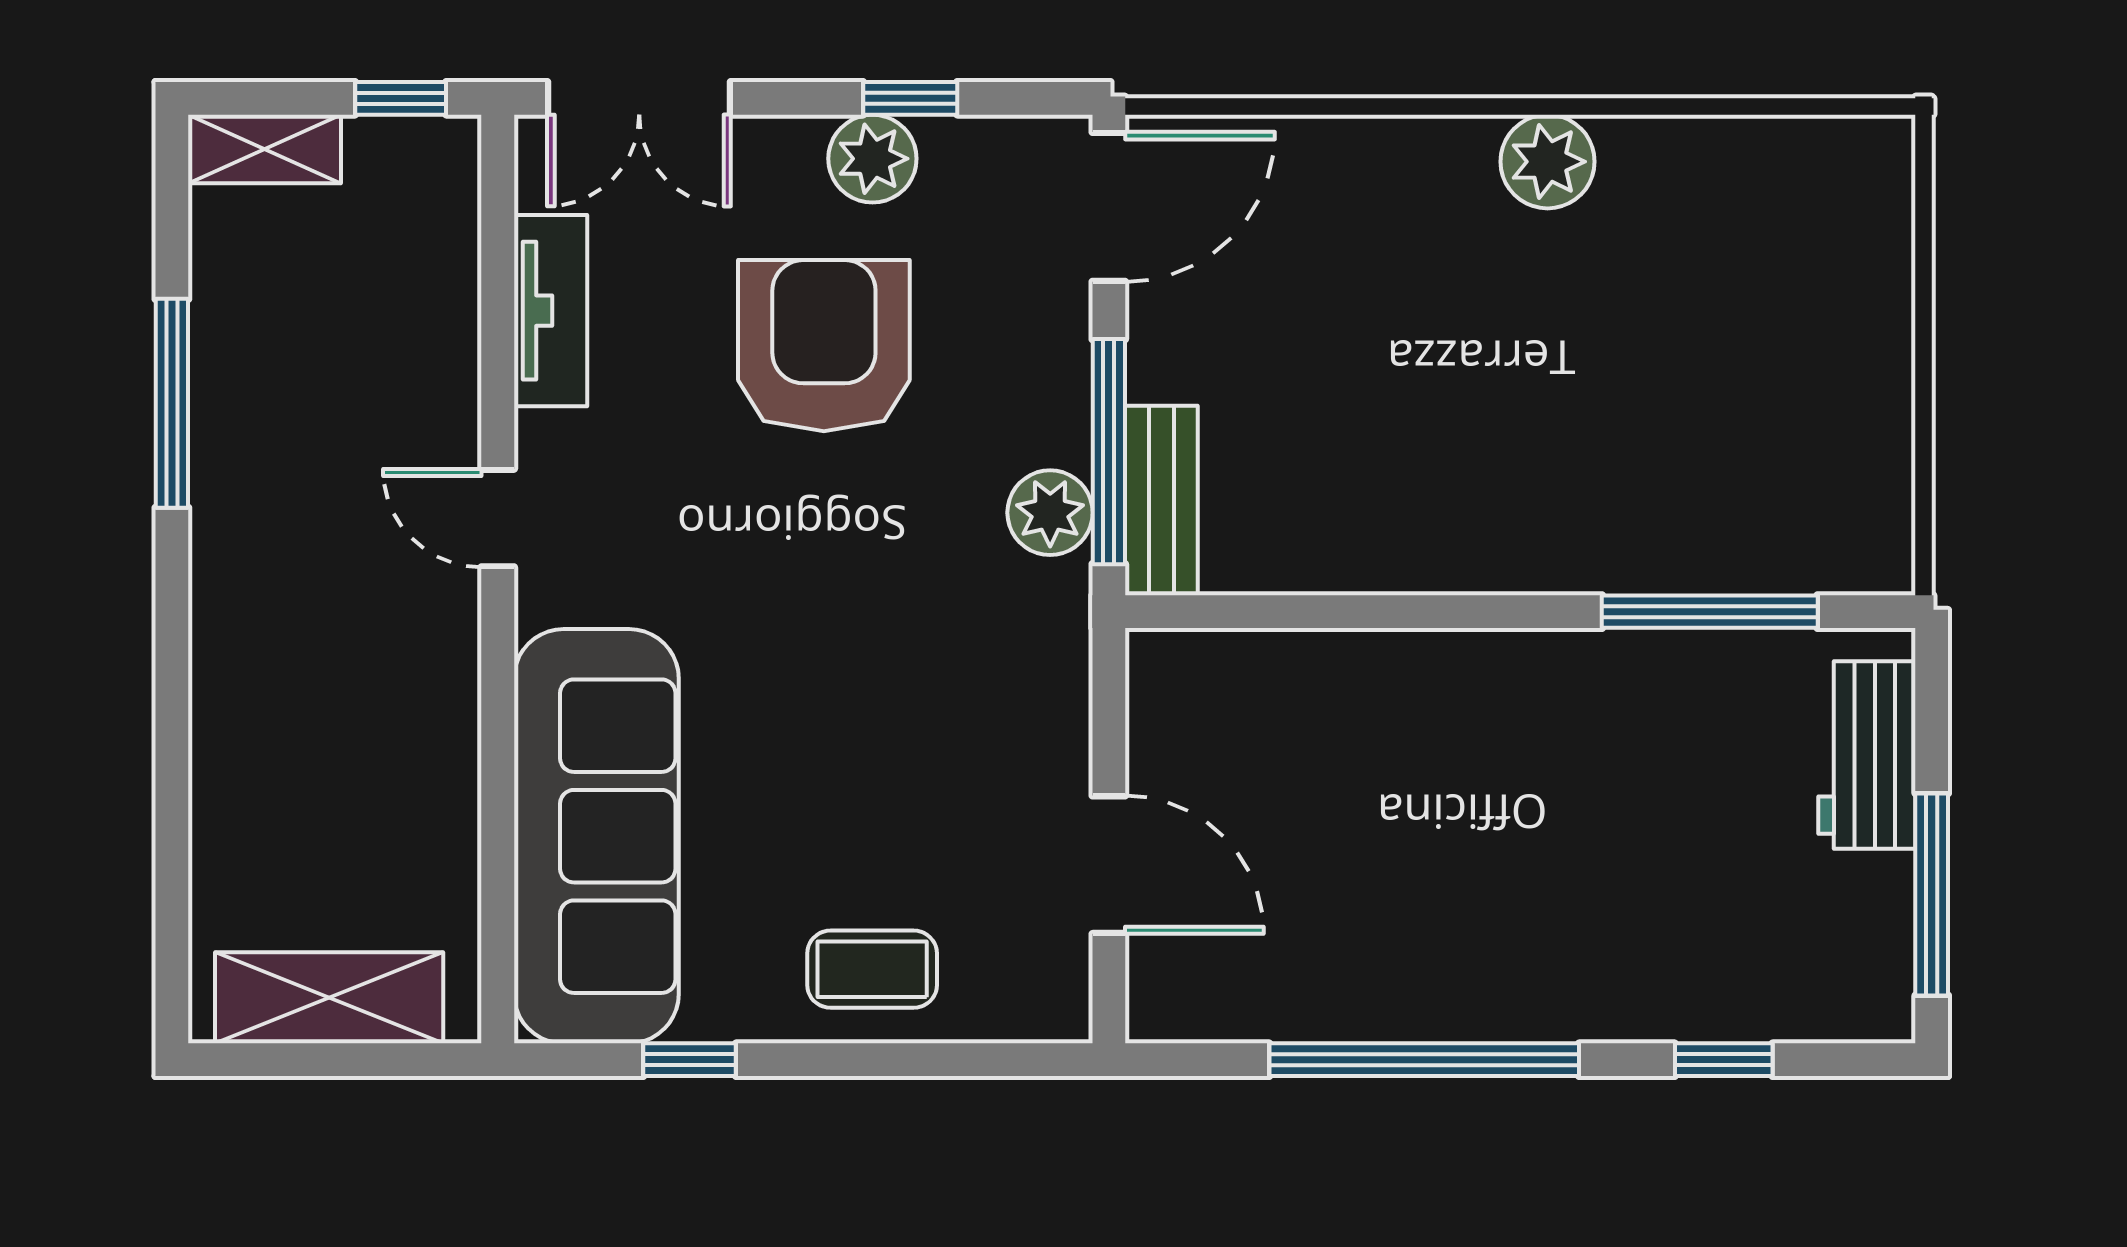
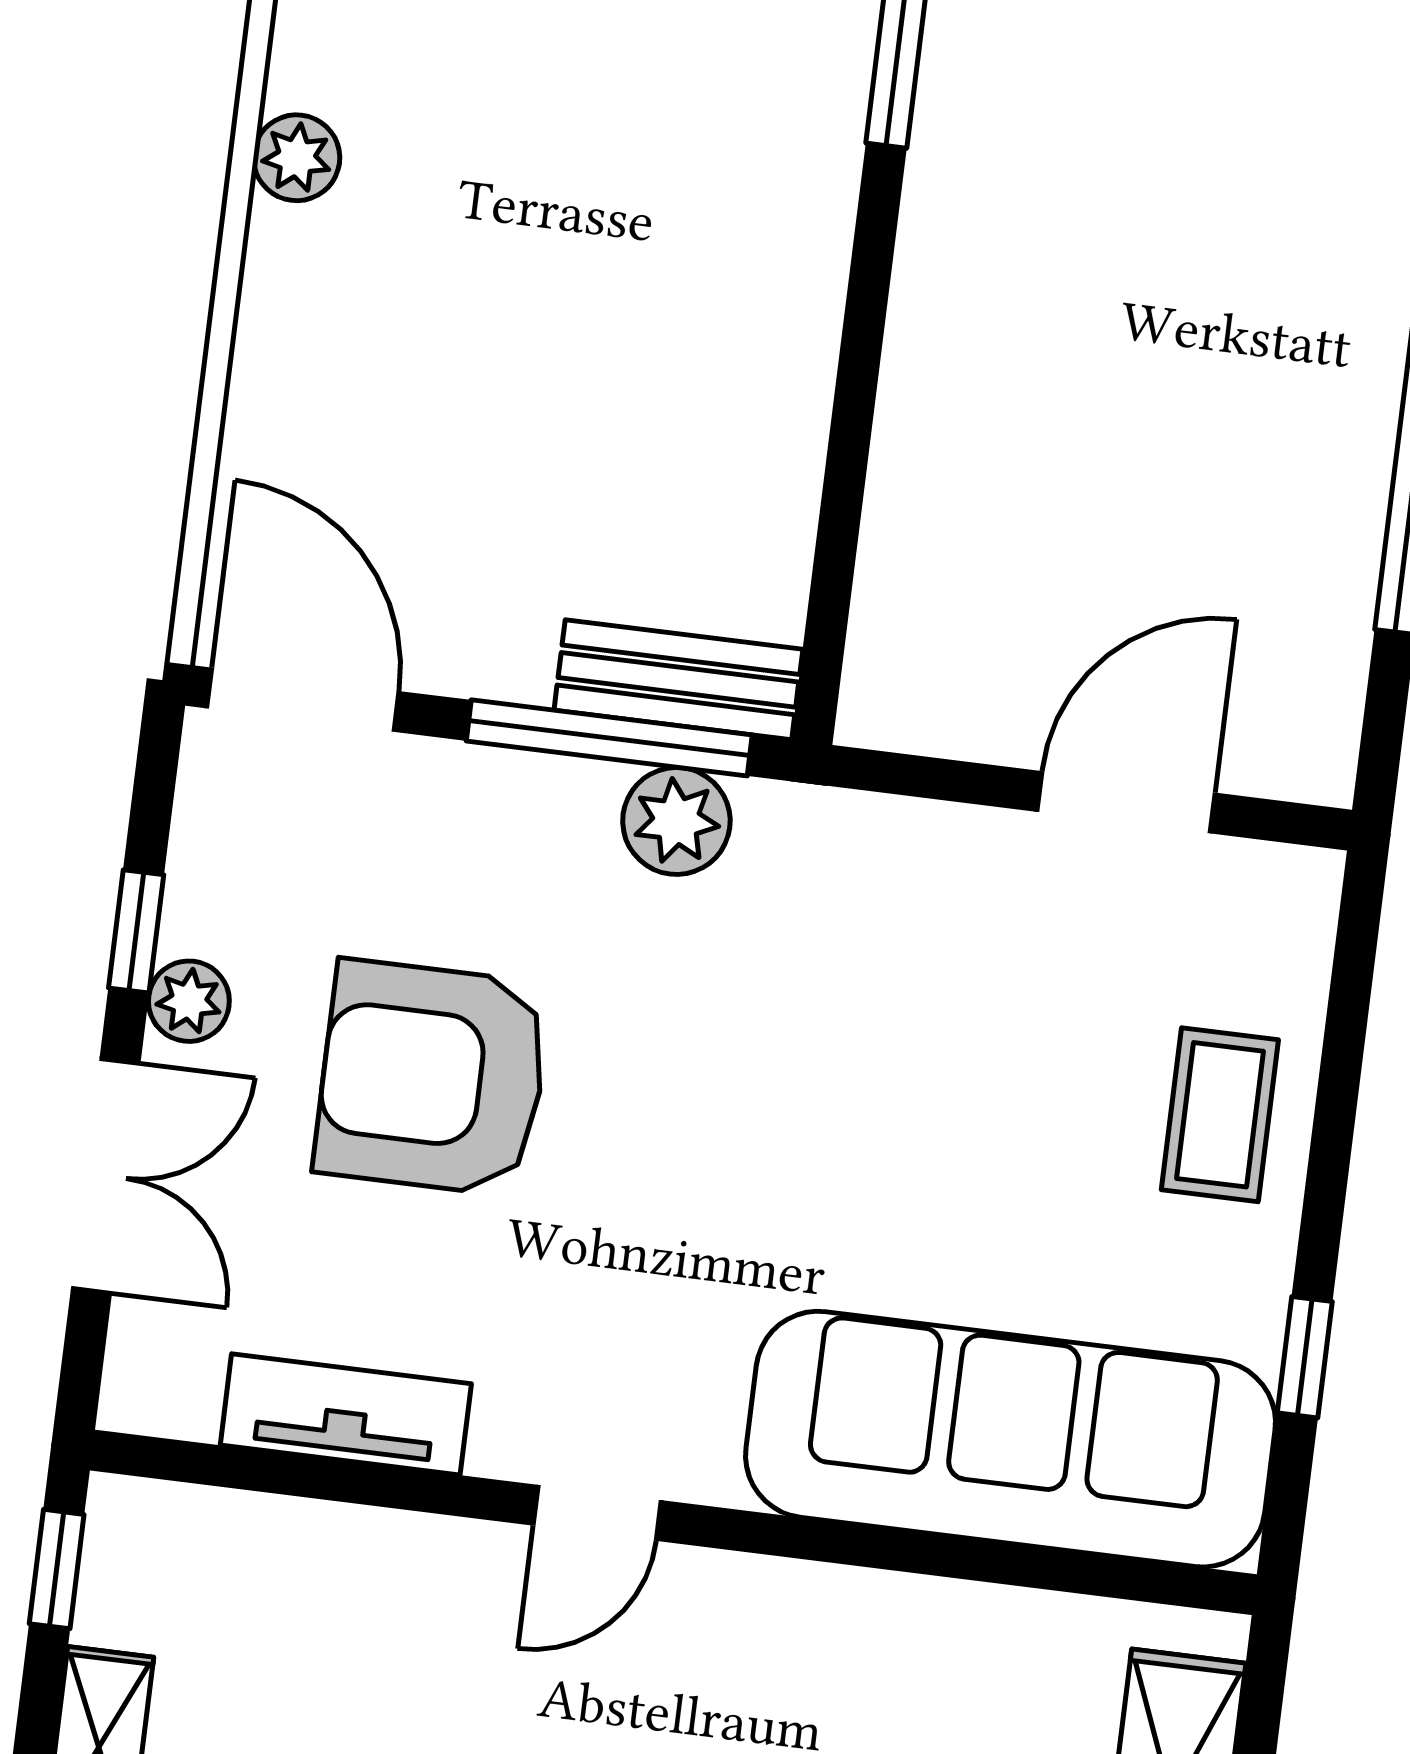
double door: (639, 98) -> (106, 1176), moved
plant: (872, 159) -> (189, 1001), width x0.73, depth x0.73
plant: (1548, 162) -> (297, 158), width x0.73, depth x0.73

